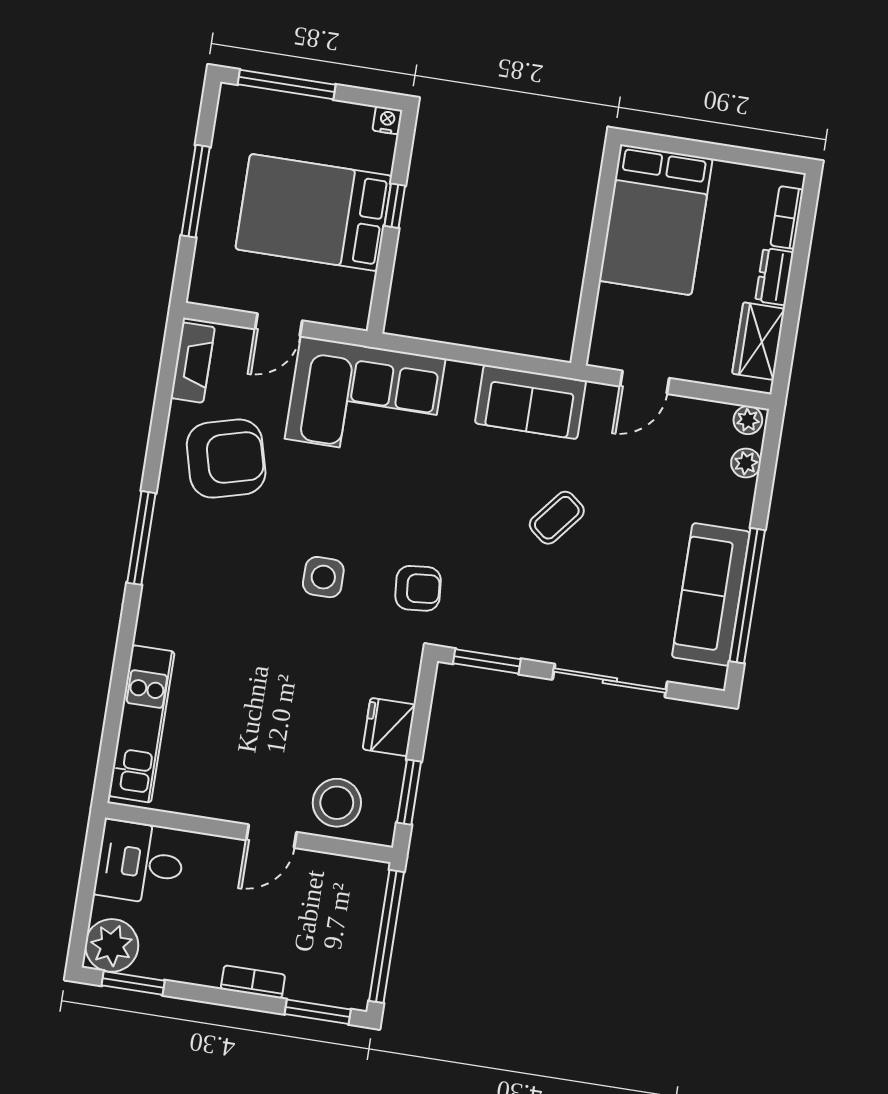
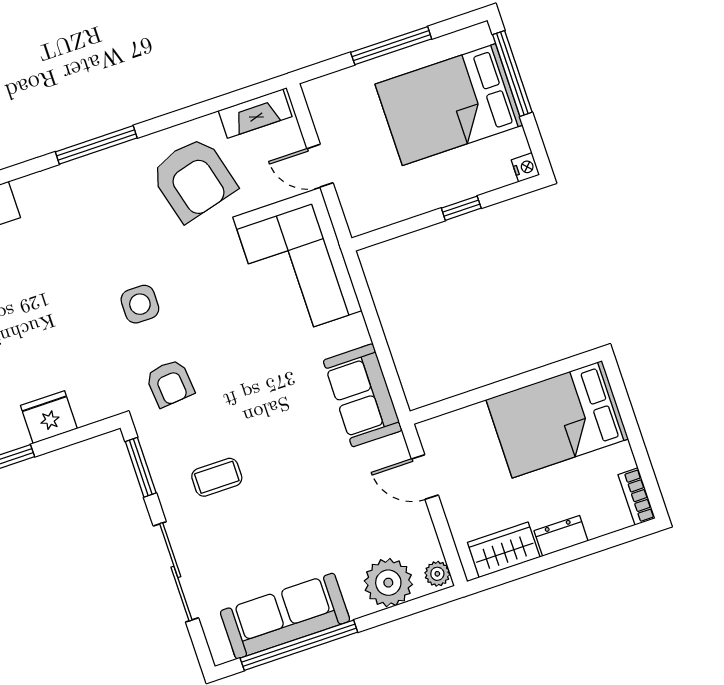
bed: (314, 213) -> (449, 105), moved, turned -90
bookcase: (787, 218) -> (637, 496), moved, turned -90
plant: (746, 463) -> (388, 583), width x1.88, depth x1.88
coffee table: (557, 518) -> (217, 477), moved, turned -39

